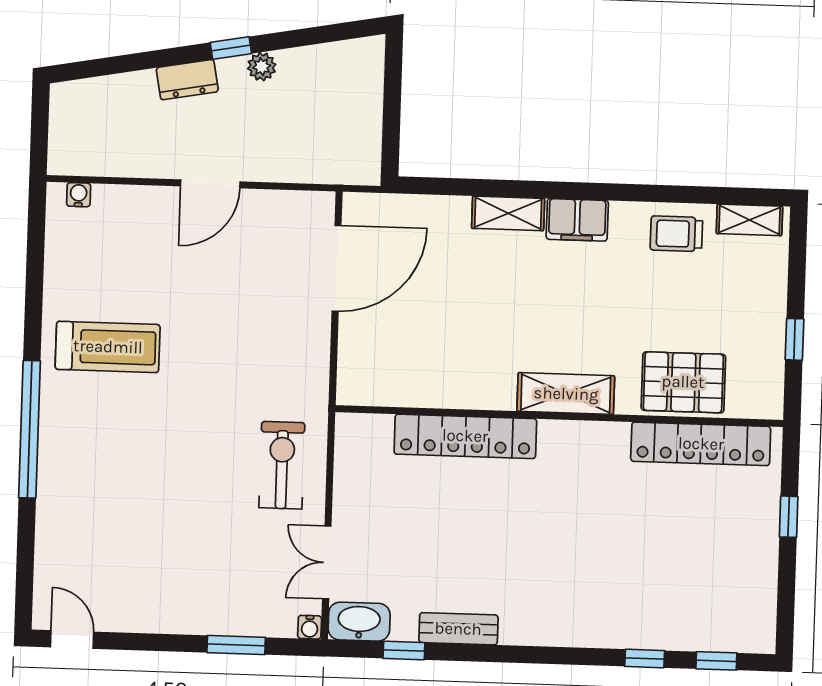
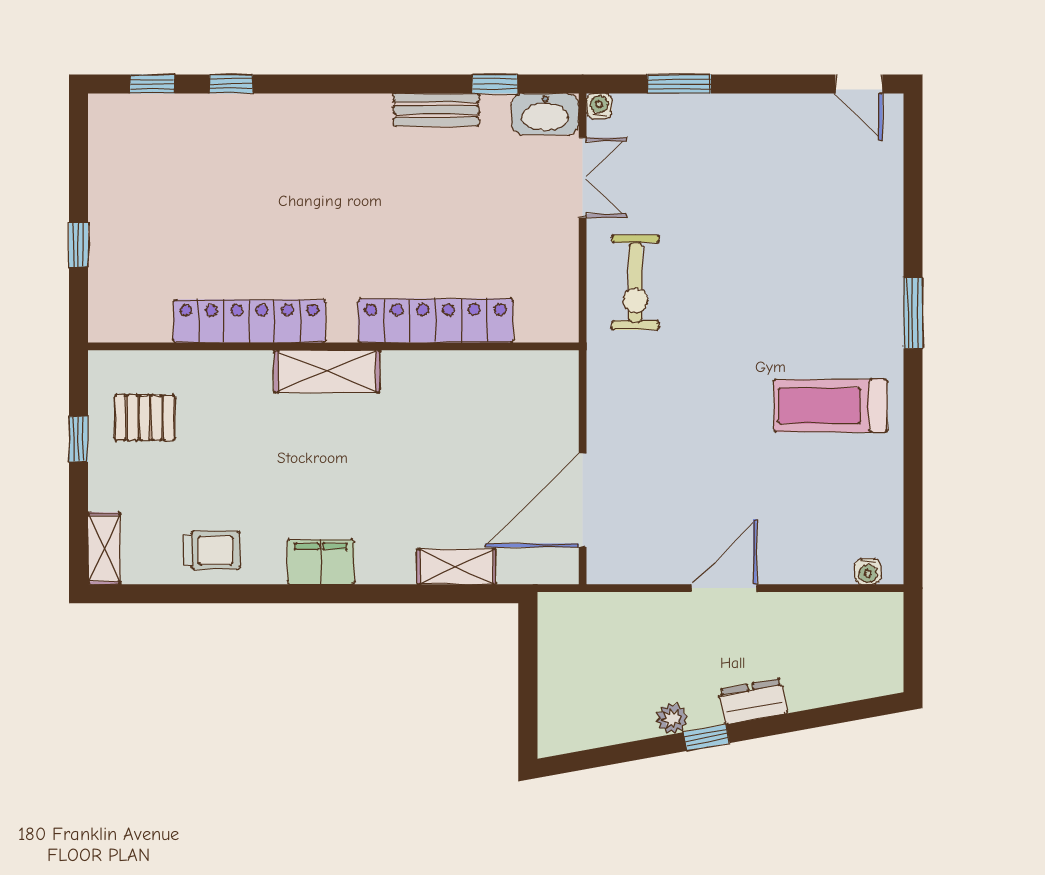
shelving: (508, 213) -> (457, 567), moved
shelving: (749, 220) -> (104, 548), moved, turned 90
pallet: (683, 382) -> (145, 418), moved, width x0.67, depth x0.71
window: (30, 429) -> (913, 313), width x0.47
locker: (701, 444) -> (249, 321), moved

